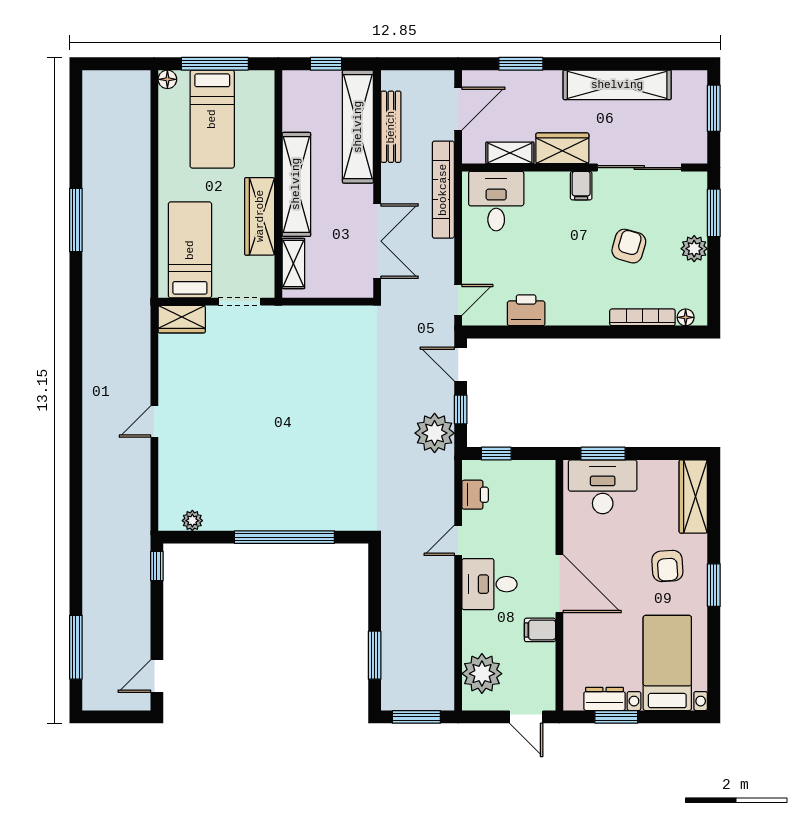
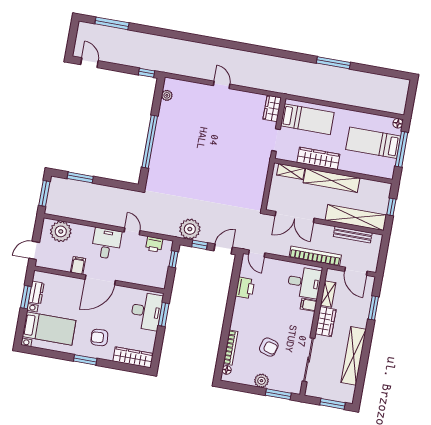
filing cabinet: (581, 186) -> (309, 305), moved

